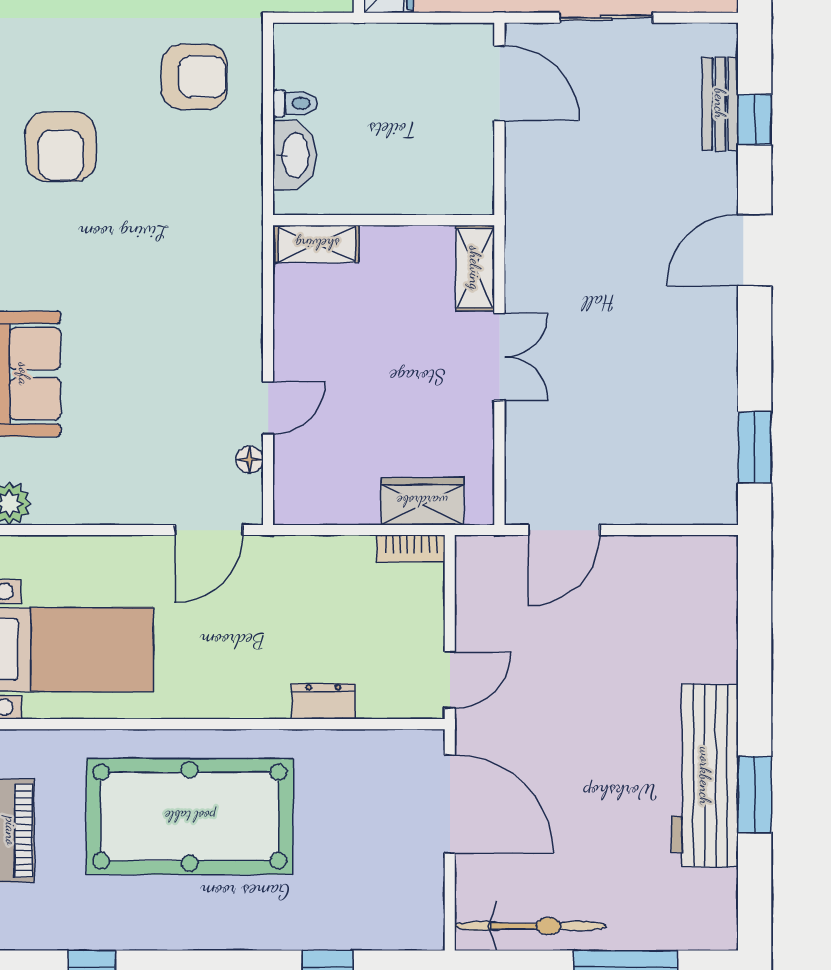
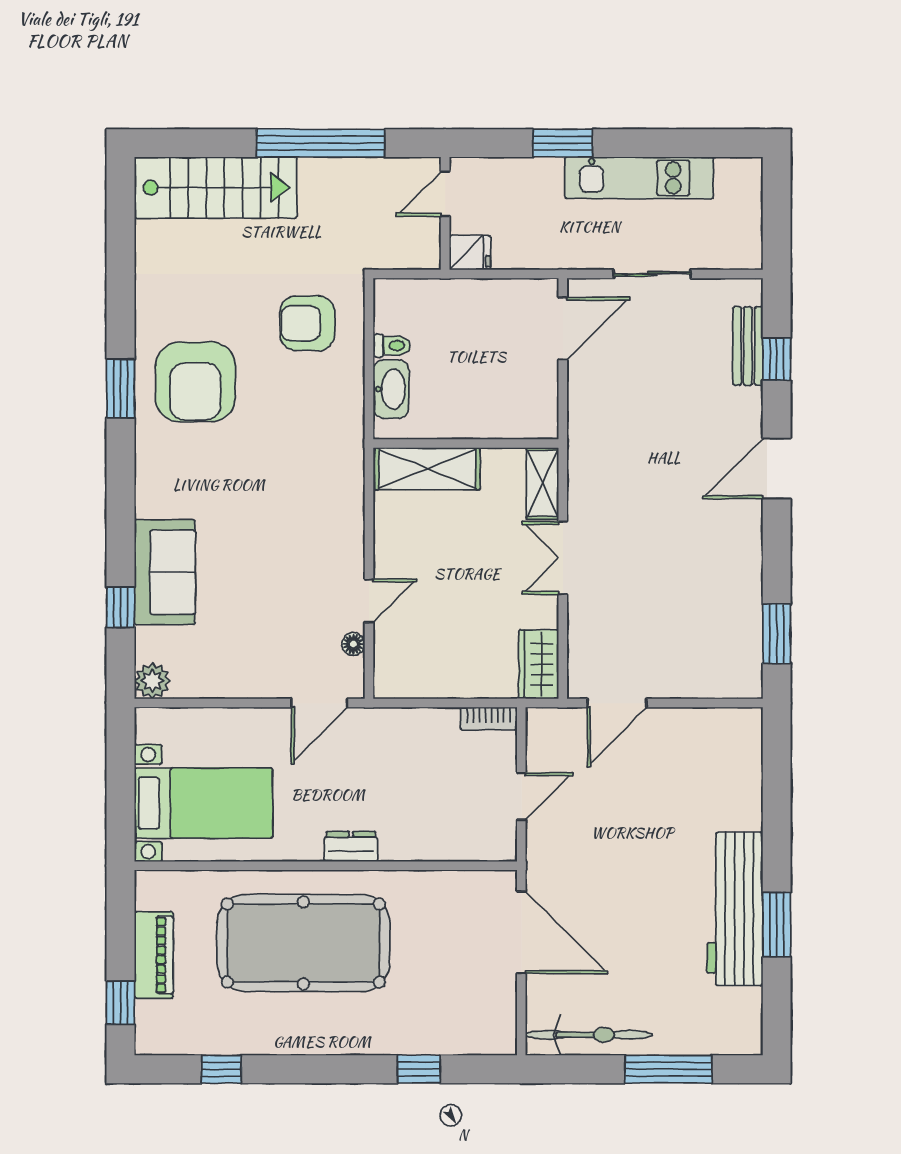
armchair: (194, 77) -> (307, 323), turned 180
door: (499, 83) -> (563, 329), hinge flipped
armchair: (61, 147) -> (195, 382), width x1.36, depth x1.36
shelving: (317, 244) -> (427, 469), width x1.50, depth x1.33
double door: (499, 357) -> (563, 558), swing flipped
wardrobe: (422, 501) -> (539, 664), moved, turned -90
door: (450, 680) -> (521, 796), moved
dresser: (323, 701) -> (351, 847), moved

